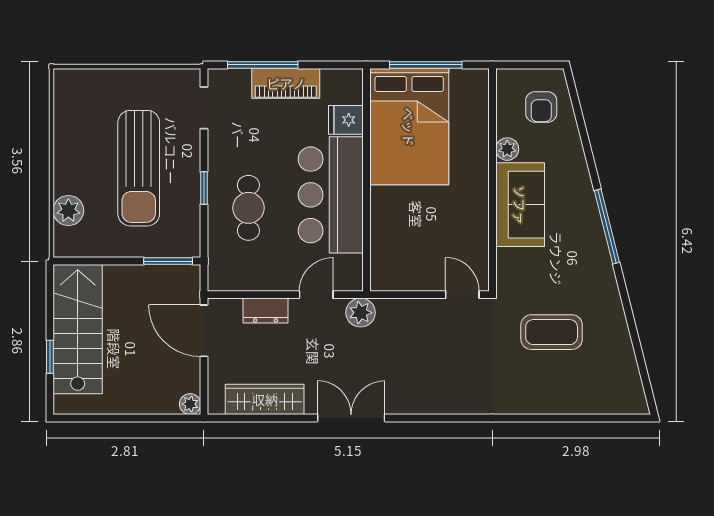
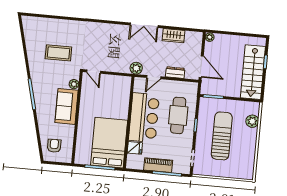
plant: (507, 149) -> (74, 84), moved
cafe table: (248, 208) -> (178, 115), width x1.37, depth x1.35
wardrobe: (265, 399) -> (173, 36), width x0.67

